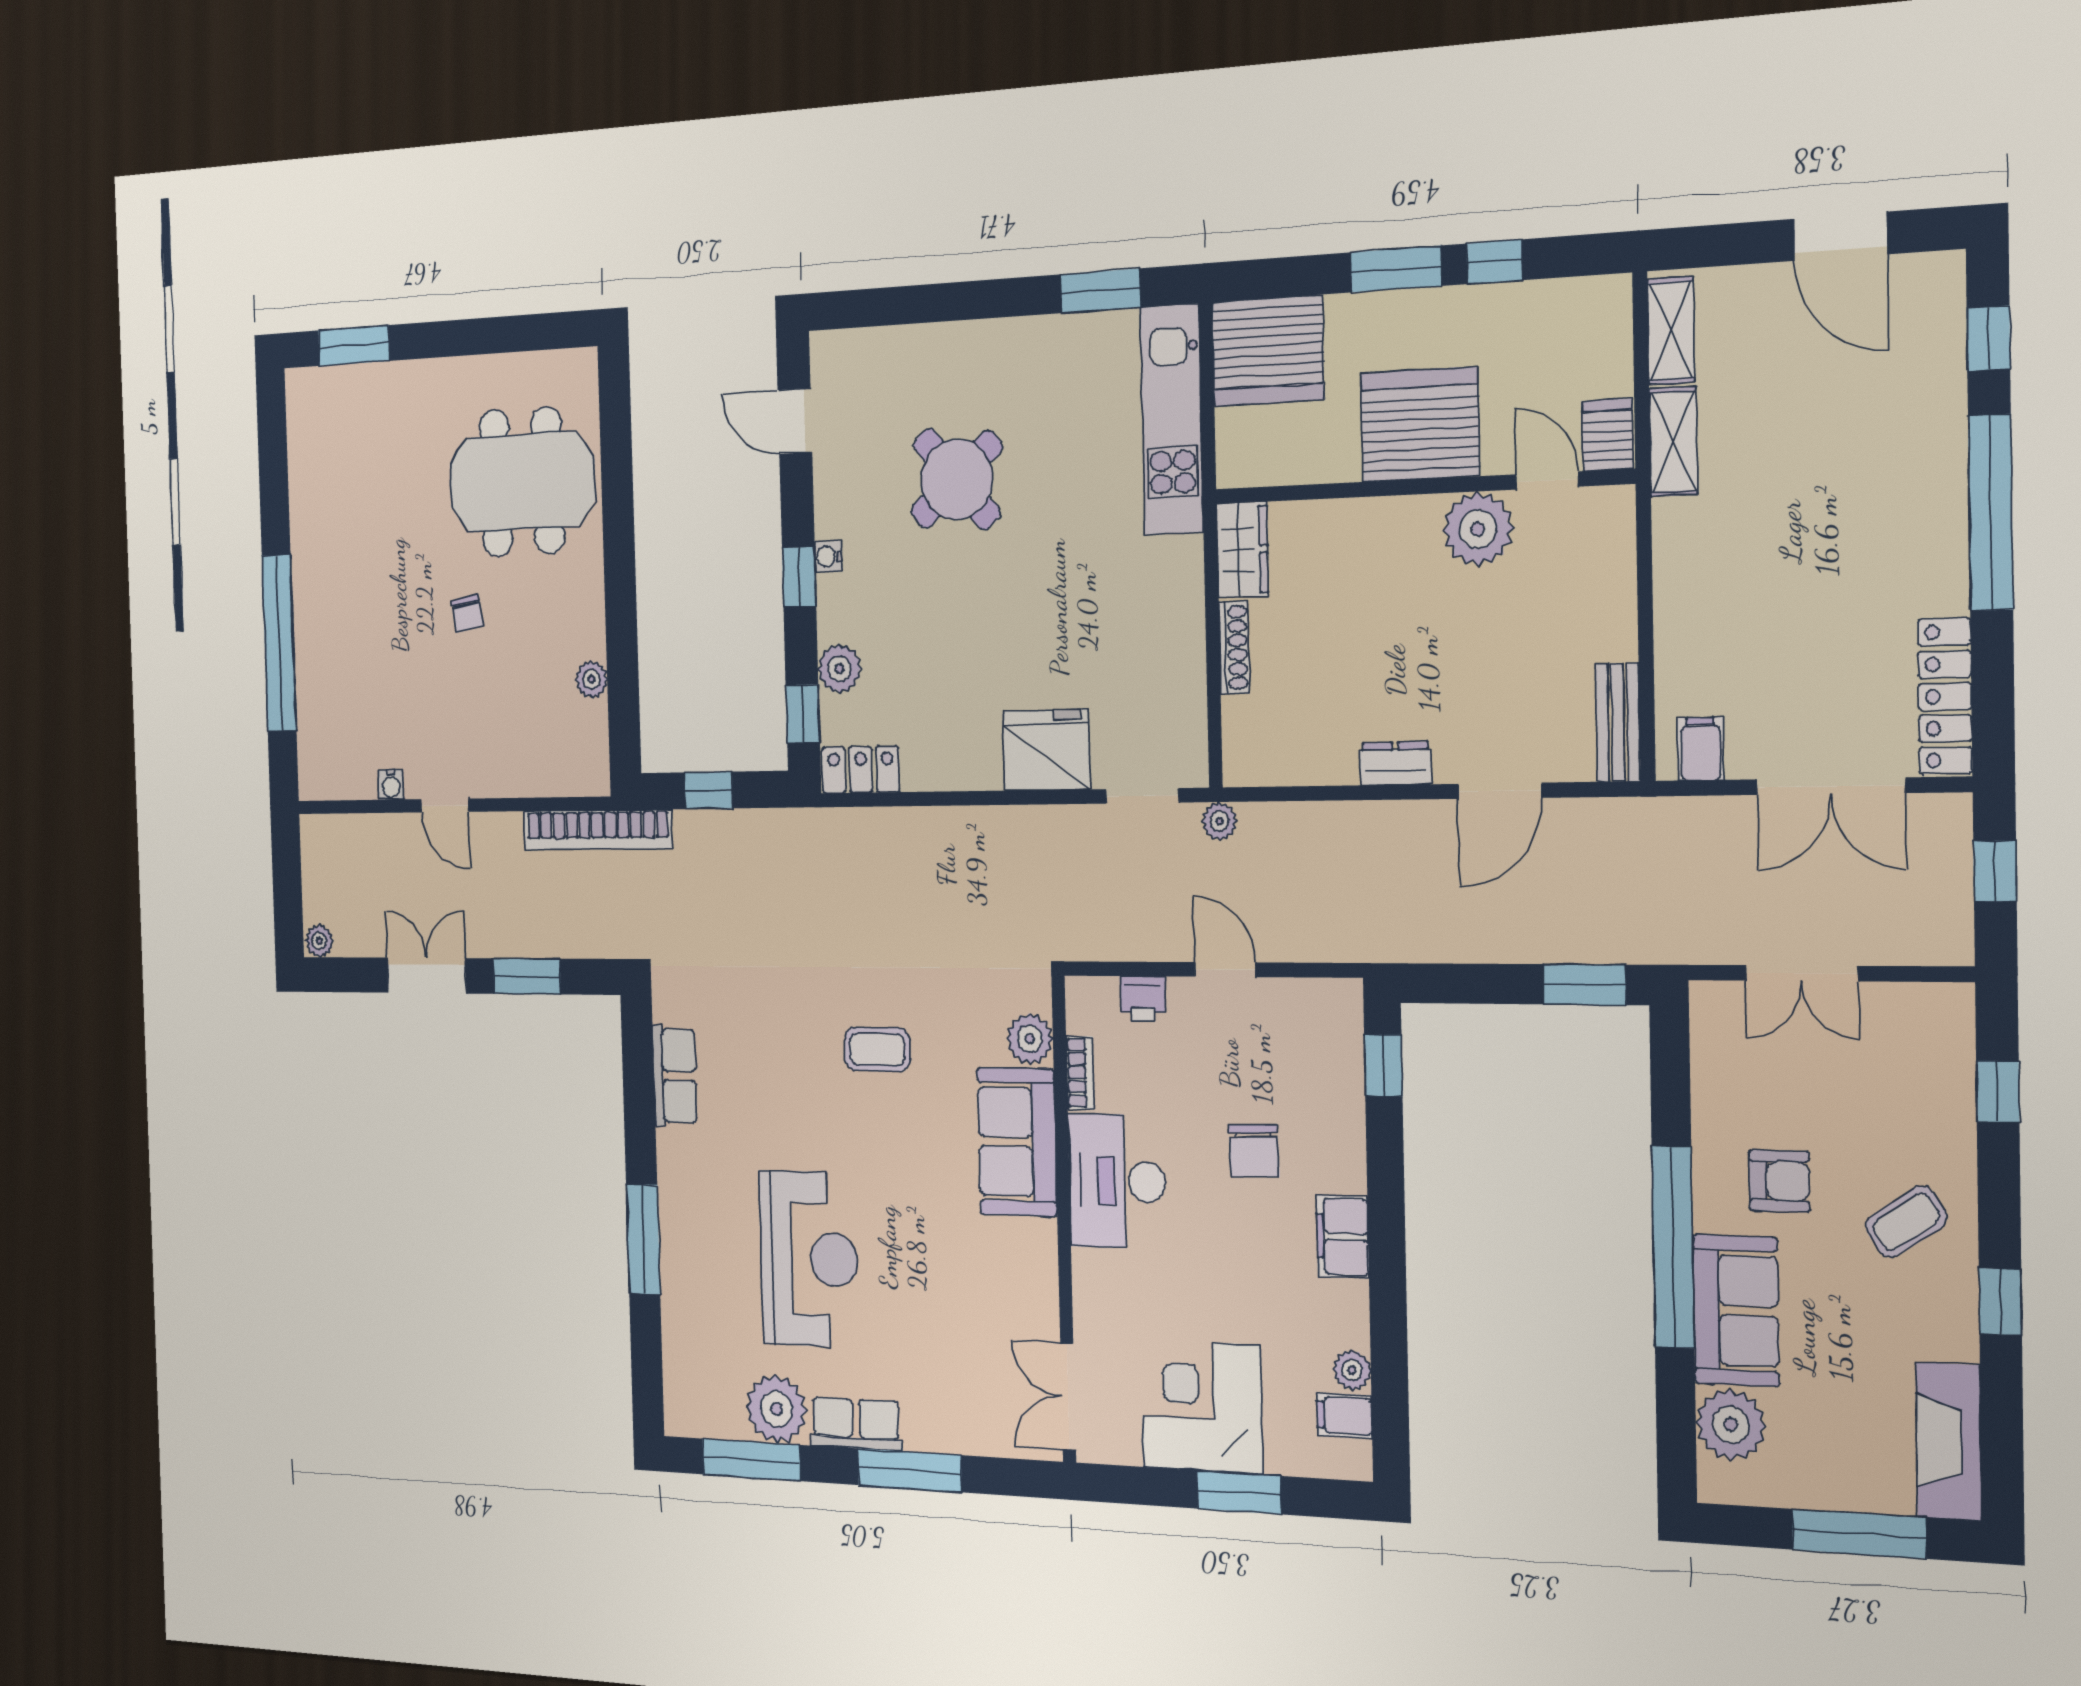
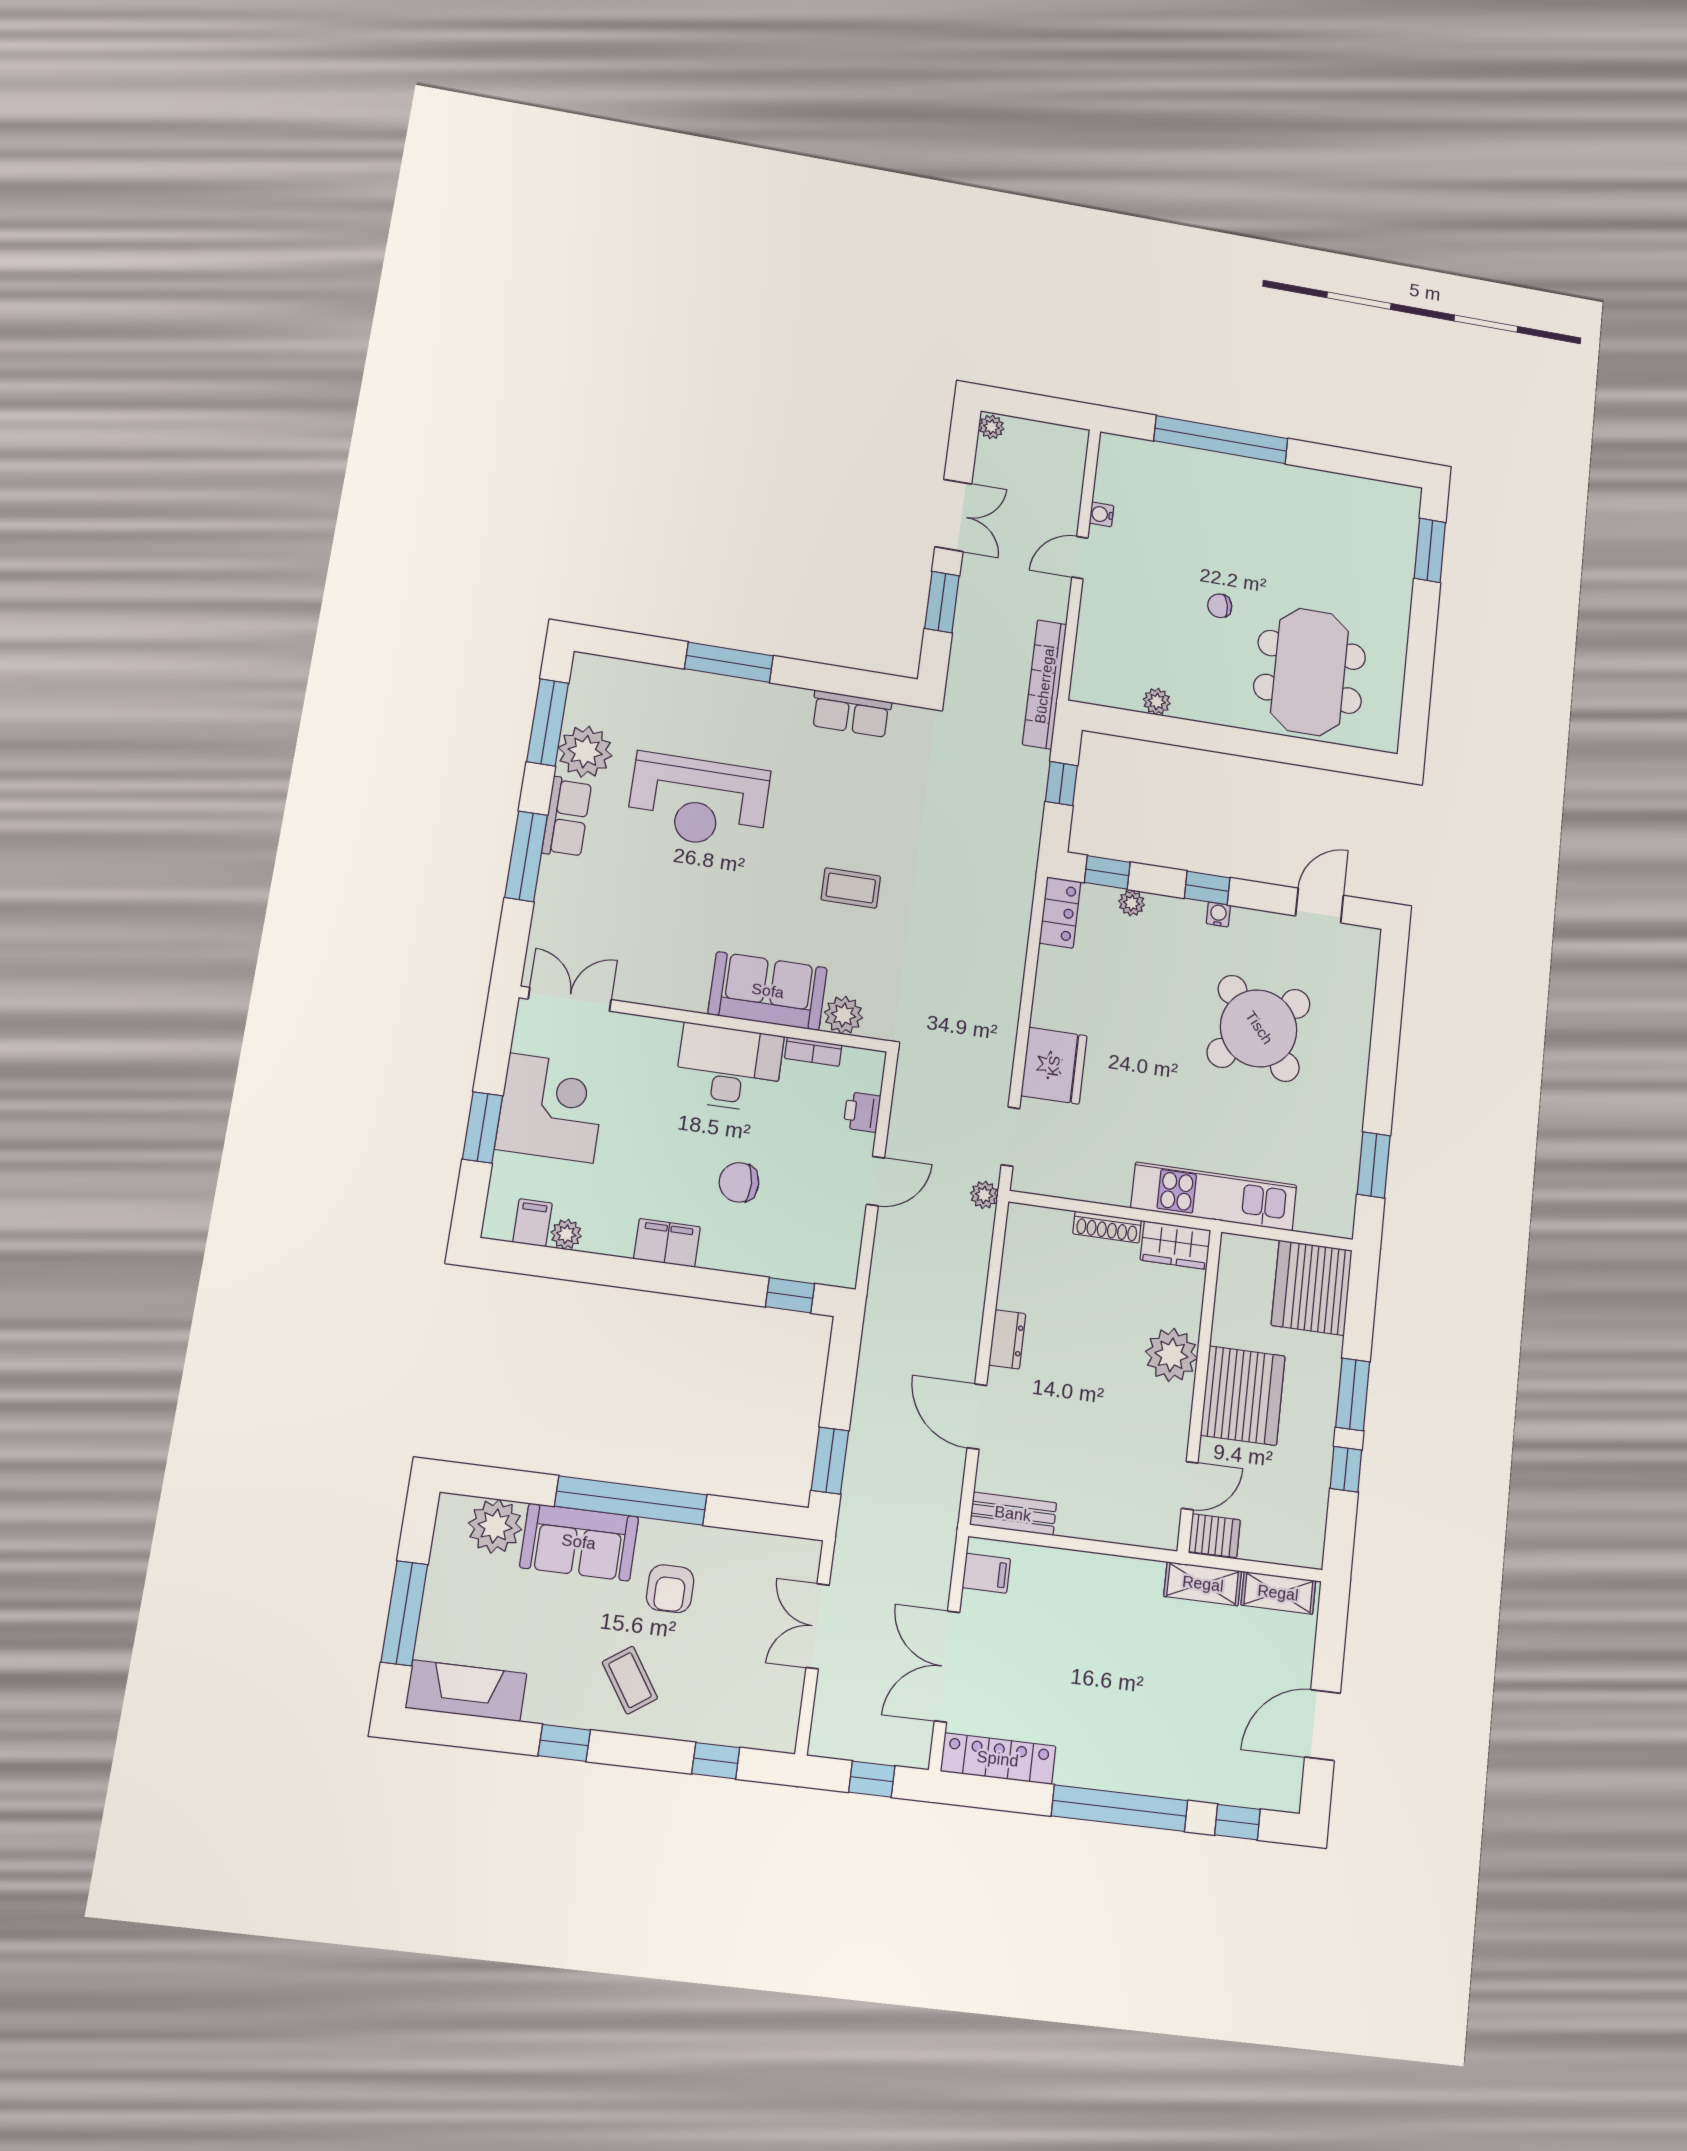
kitchen unit: (1172, 420) -> (1214, 1197), moved
round table: (957, 479) -> (1259, 1028), width x1.36, depth x1.36
plant: (1478, 529) -> (1171, 1355), moved
plant: (839, 669) -> (1132, 903), width x0.73, depth x0.73
coffee table: (877, 1049) -> (851, 888), turned 90

